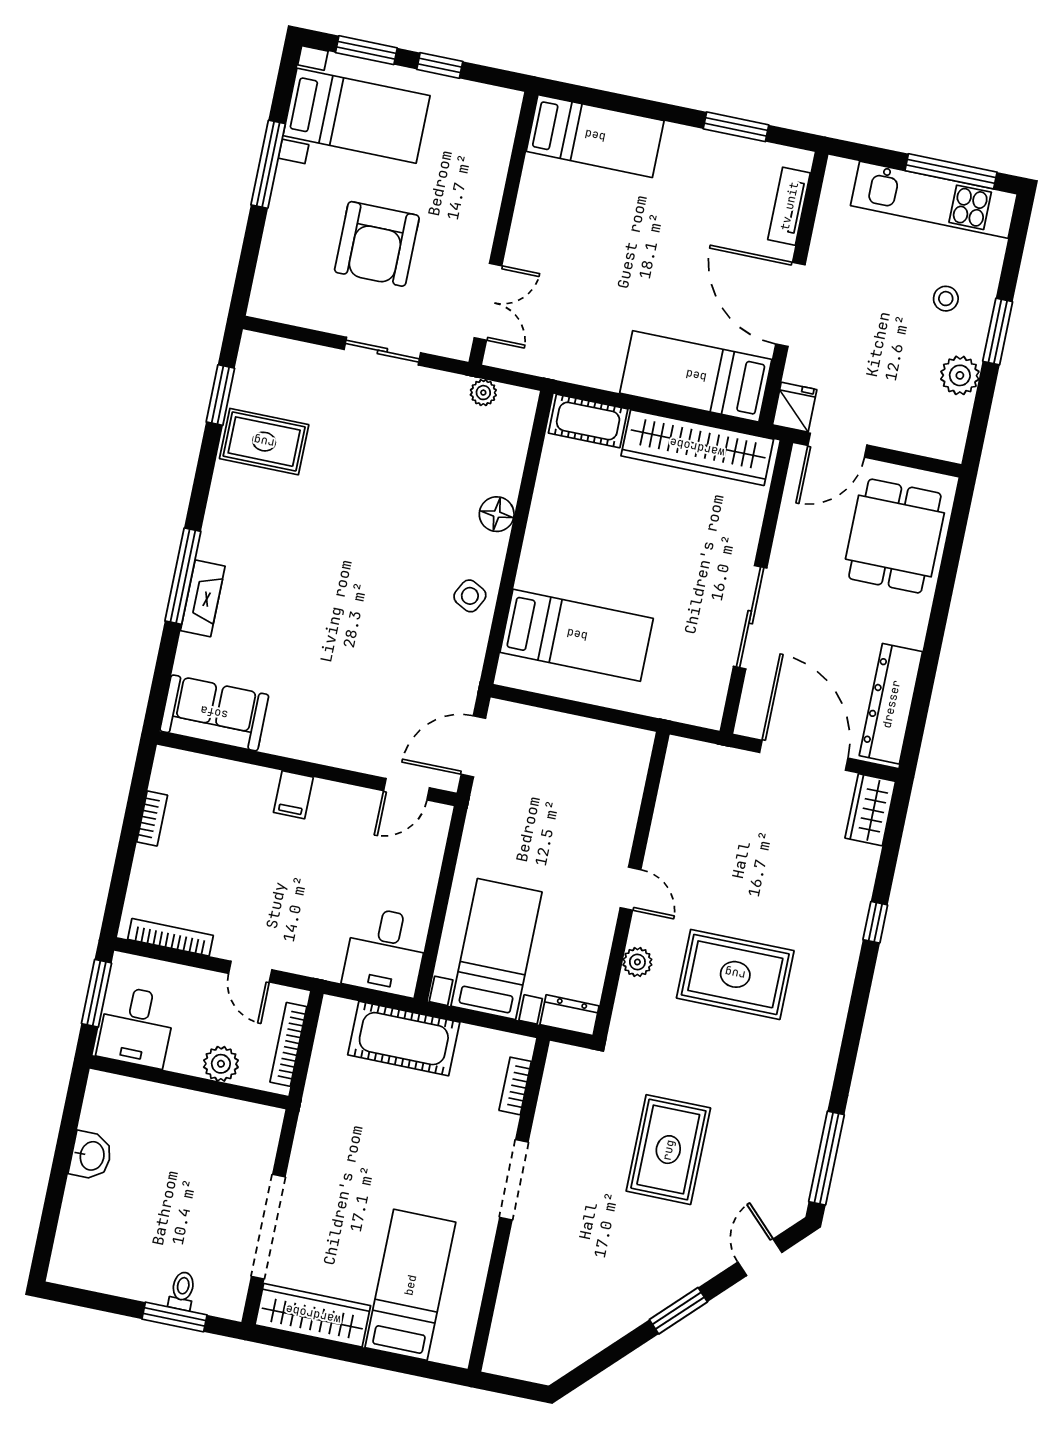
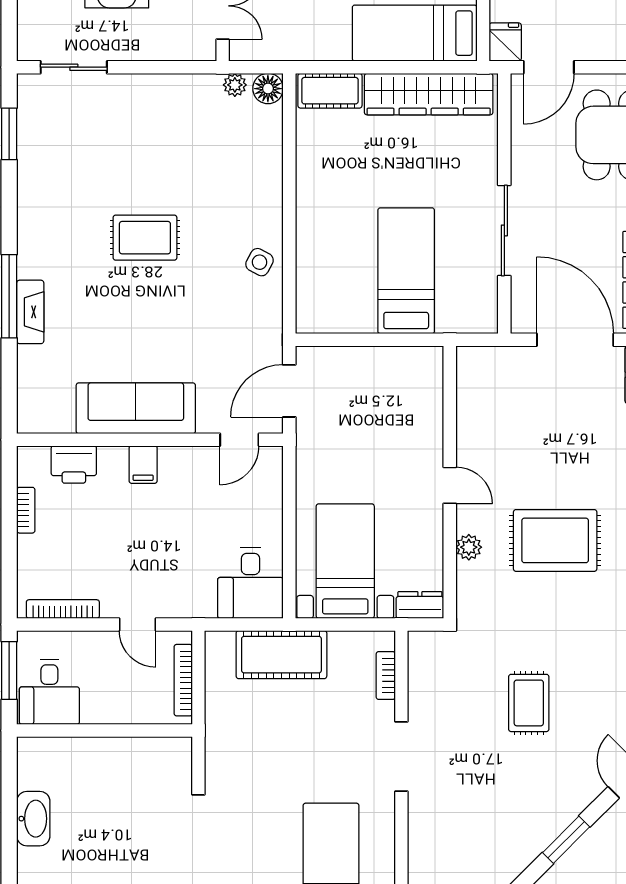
sliding door: (382, 351) -> (74, 67), moved
rug: (264, 442) -> (145, 238), moved
floor lamp: (497, 514) -> (268, 89), moved
bed: (577, 635) -> (406, 271), moved, turned -90
sofa: (214, 713) -> (136, 408), moved, width x1.36
printer: (216, 779) -> (74, 464), added
plant: (221, 1064) -> (129, 709), removed
rug: (668, 1150) -> (529, 703), width x0.73, depth x0.70
washbasin: (91, 1156) -> (33, 819), width x1.38

